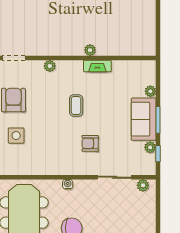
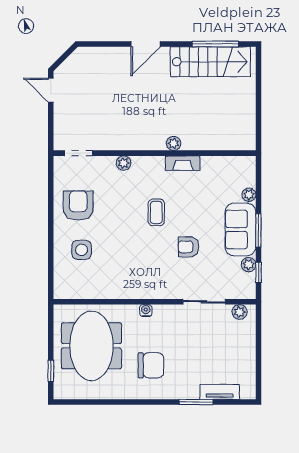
armchair: (90, 143) -> (188, 247), moved

